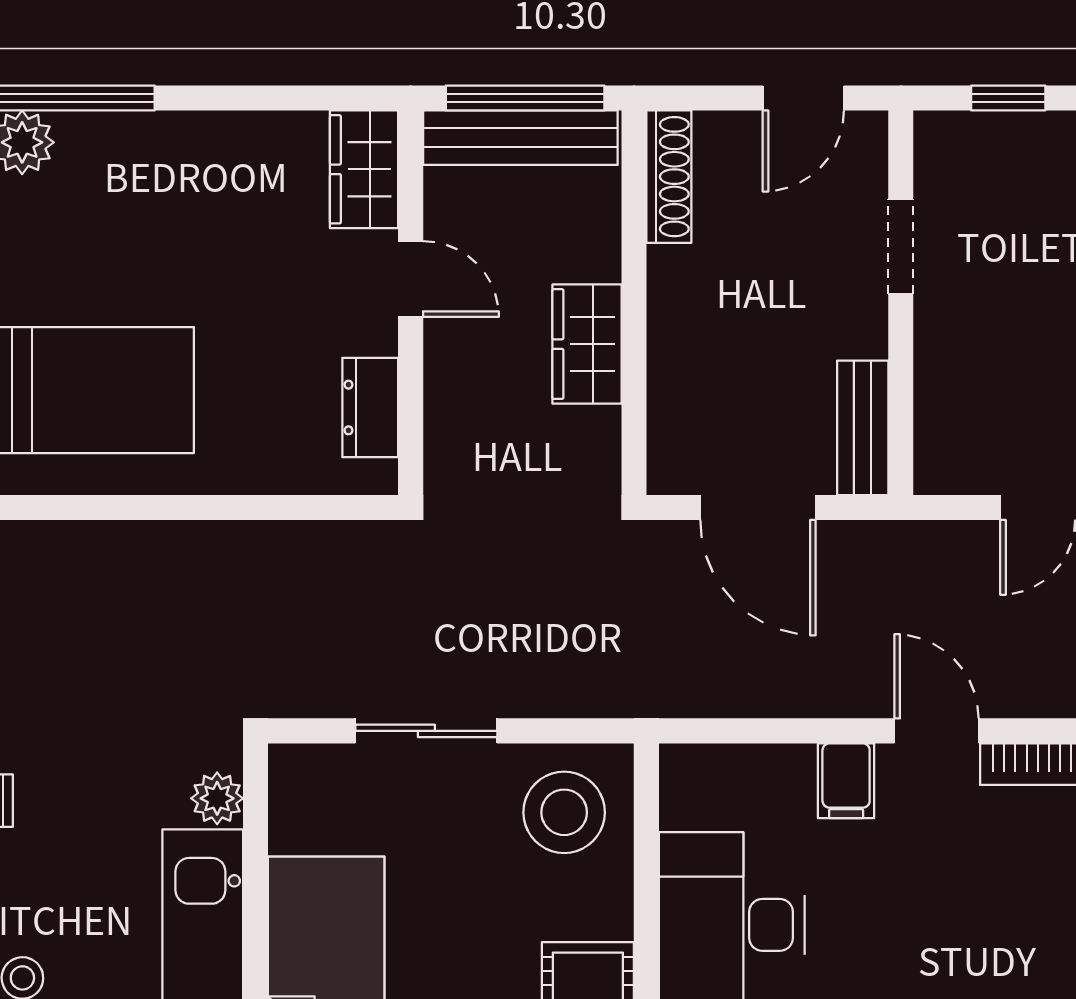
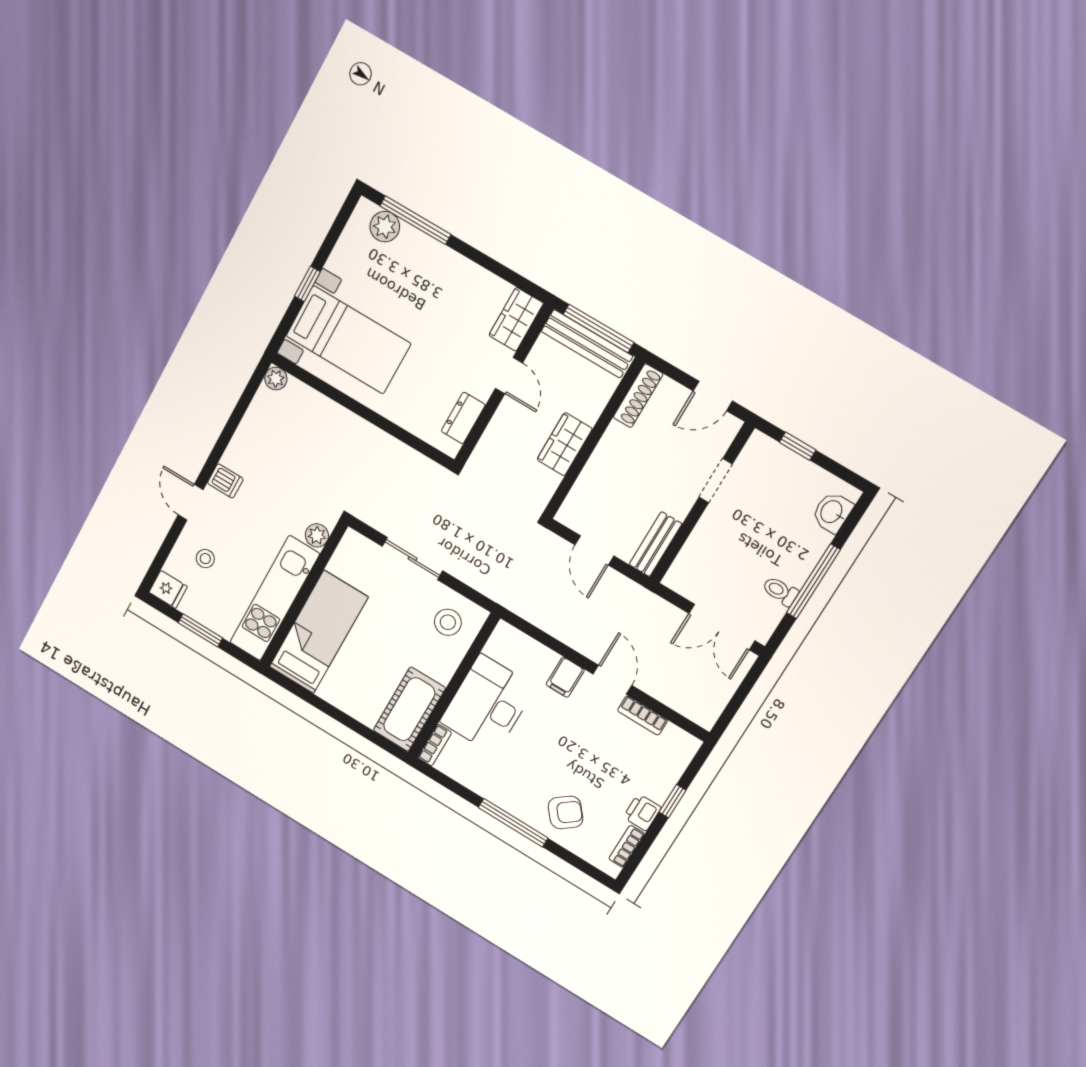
door: (758, 507) -> (594, 550), width x0.73
stool: (564, 812) -> (448, 622), width x0.73, depth x0.73

